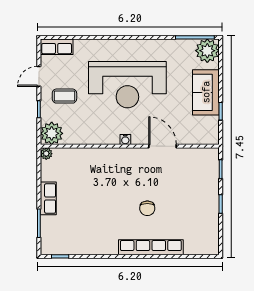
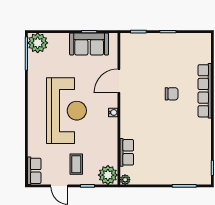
sofa: (206, 92) -> (89, 44), moved
row of seats: (48, 198) -> (127, 152), moved, turned 90

